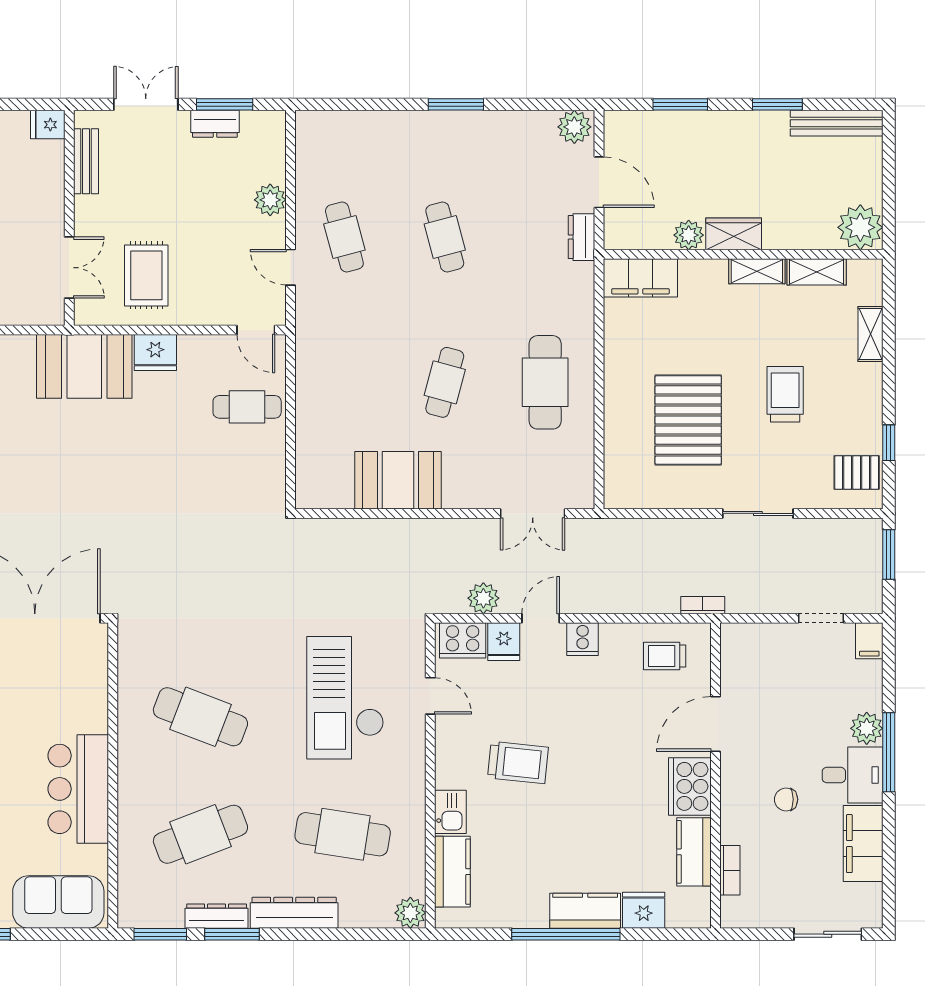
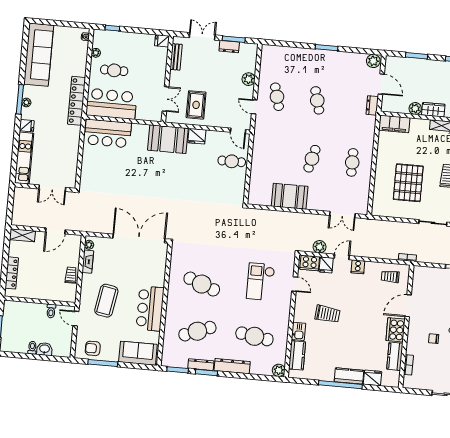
cafe table: (545, 382) -> (352, 162), width x0.73, depth x0.74
checkout: (345, 698) -> (261, 282), width x0.73, depth x0.83

